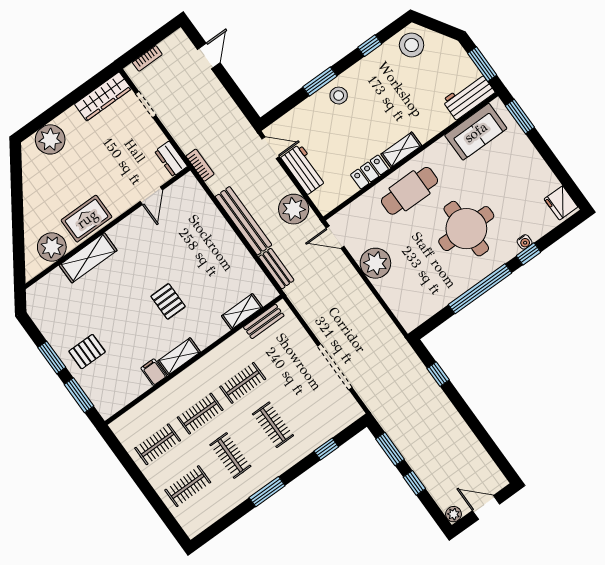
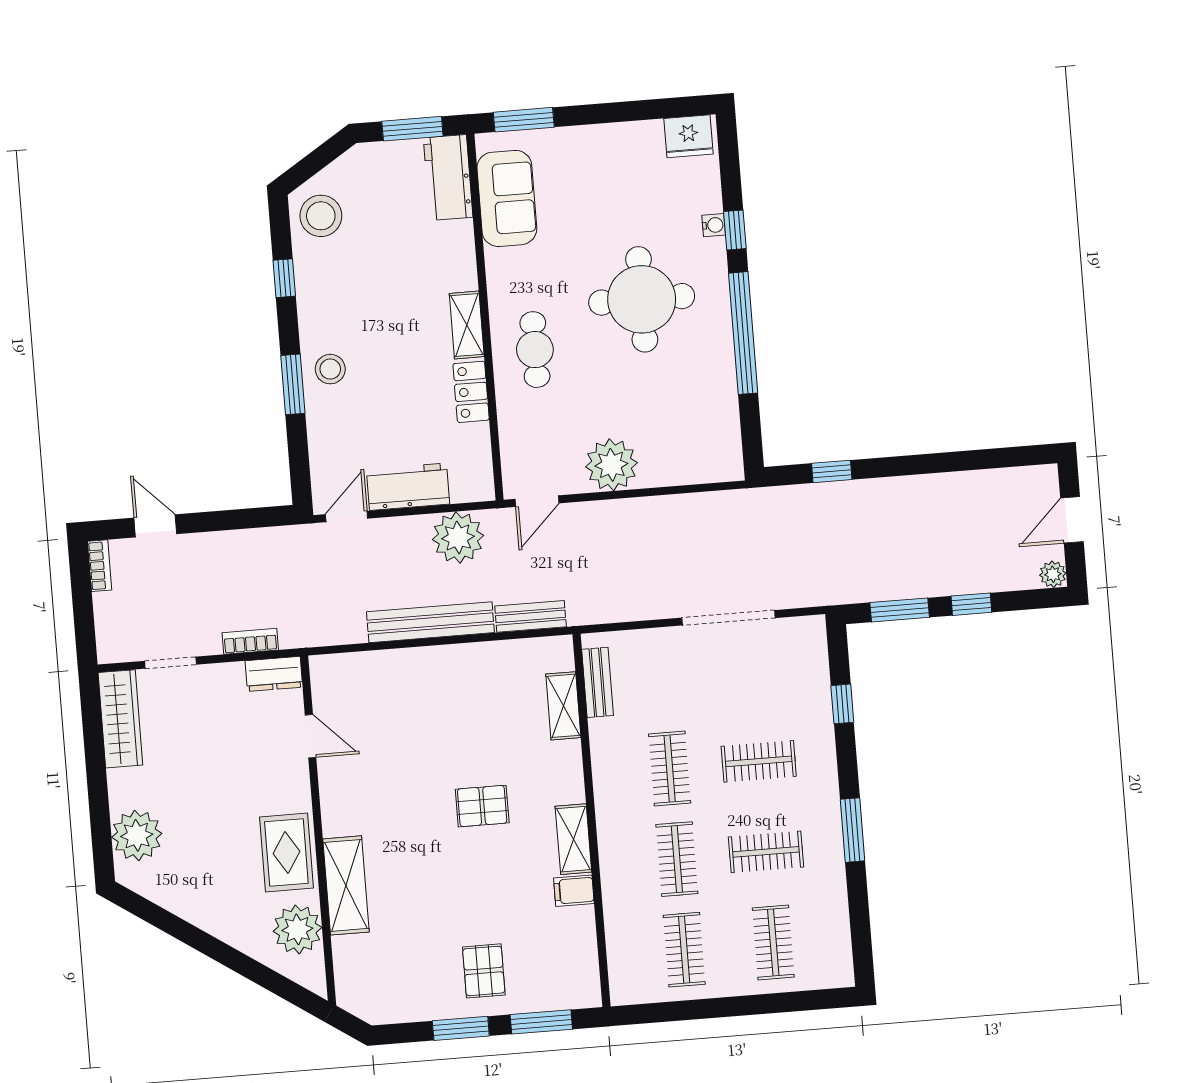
bookcase: (147, 58) -> (100, 566), moved
bookcase: (200, 165) -> (250, 641), moved
cafe table: (410, 191) -> (535, 350), width x0.73, depth x0.74

